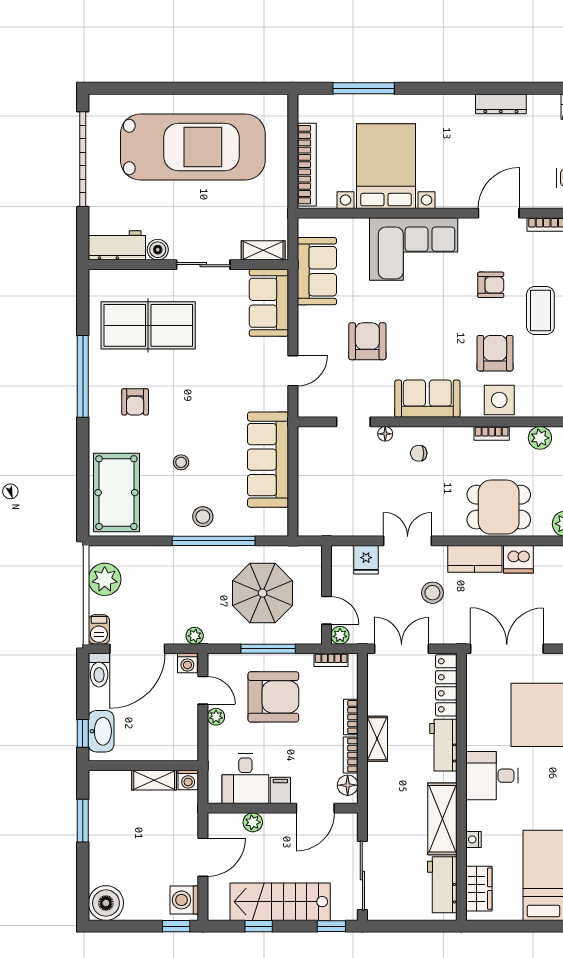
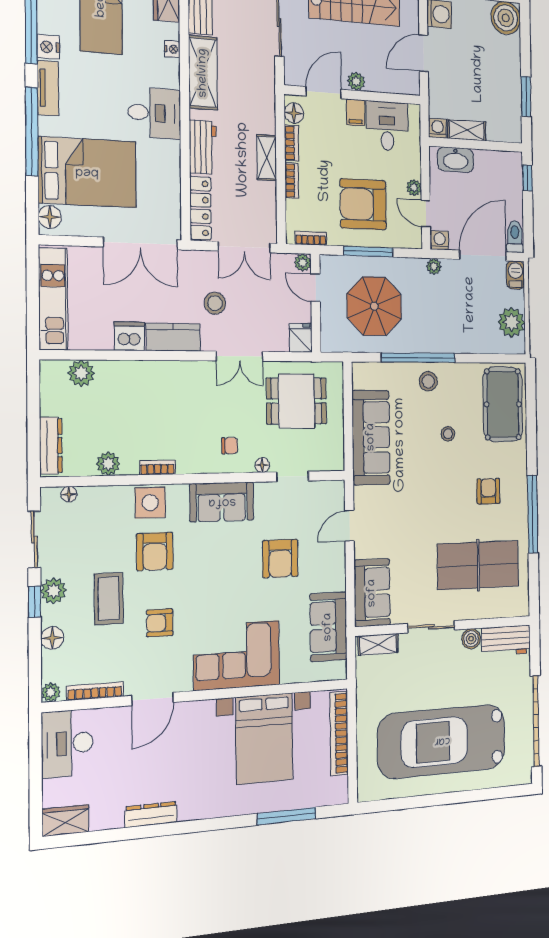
dining table: (499, 507) -> (296, 401), moved
fridge: (366, 560) -> (301, 338), moved
washbasin: (101, 731) -> (456, 160), moved, turned -90
plant: (253, 822) -> (356, 81), moved

